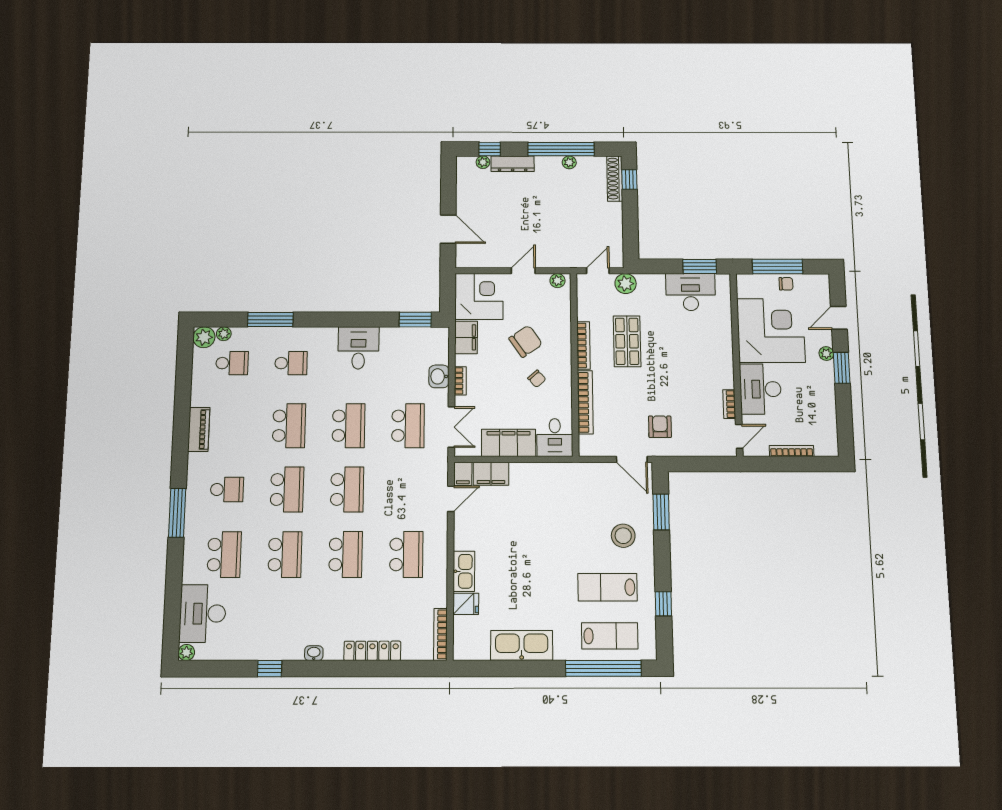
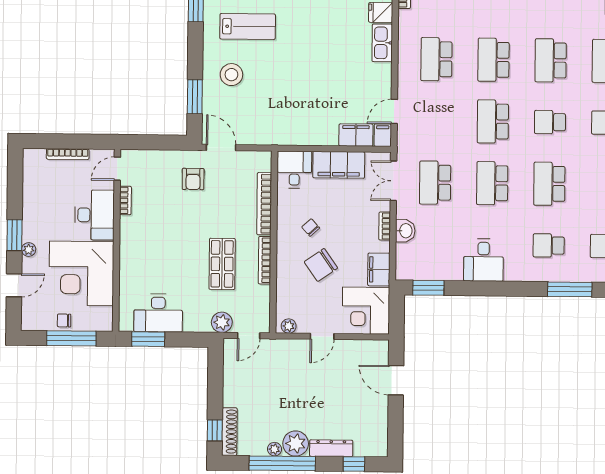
plant: (483, 162) -> (296, 444), moved, width x1.87, depth x1.87
school desk: (287, 489) -> (550, 122), width x0.54

